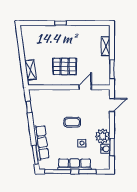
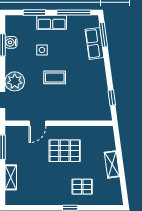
pallet: (51, 39) -> (82, 187), added
shelving: (30, 70) -> (112, 164), moved
plant: (103, 136) -> (15, 81), moved
row of seats: (41, 143) -> (95, 43), width x0.68
row of seats: (75, 164) -> (52, 22), width x0.68

